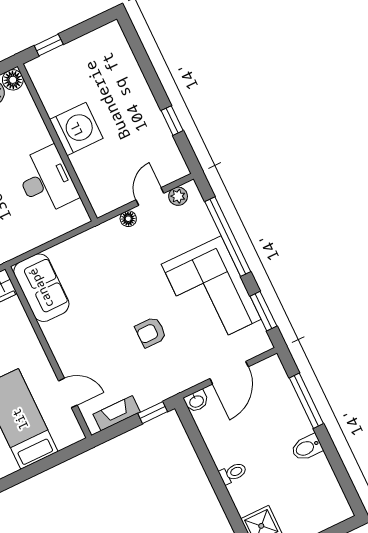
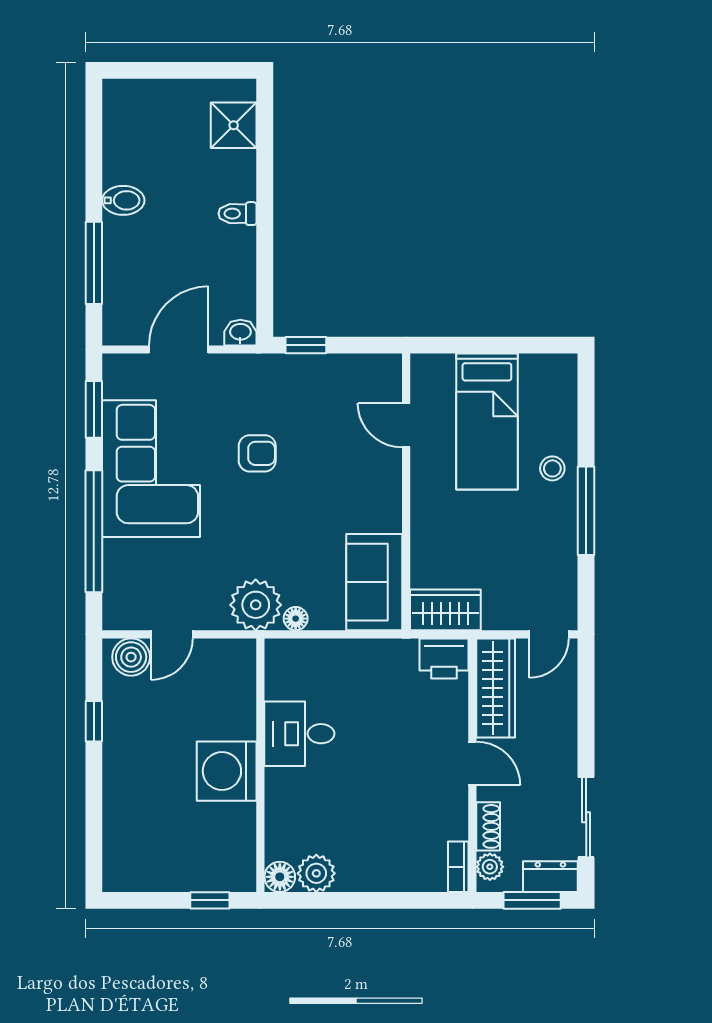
boiler: (168, 171) -> (131, 657), added
desk: (46, 180) -> (299, 734), width x0.73
plant: (178, 196) -> (256, 605), moved, width x1.88, depth x1.88
floor lamp: (128, 219) -> (296, 619), moved
fireplace: (117, 413) -> (354, 367), removed

